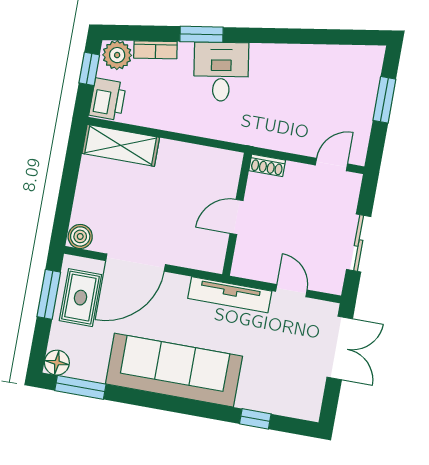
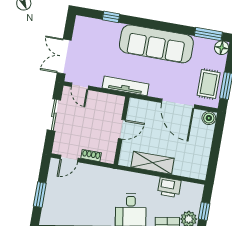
printer: (108, 99) -> (169, 187), moved, turned -90
shelving: (121, 145) -> (152, 163), moved
shoe rack: (267, 165) -> (91, 156), moved
door: (136, 263) -> (178, 104), swing flipped
door: (291, 291) -> (80, 86), moved

